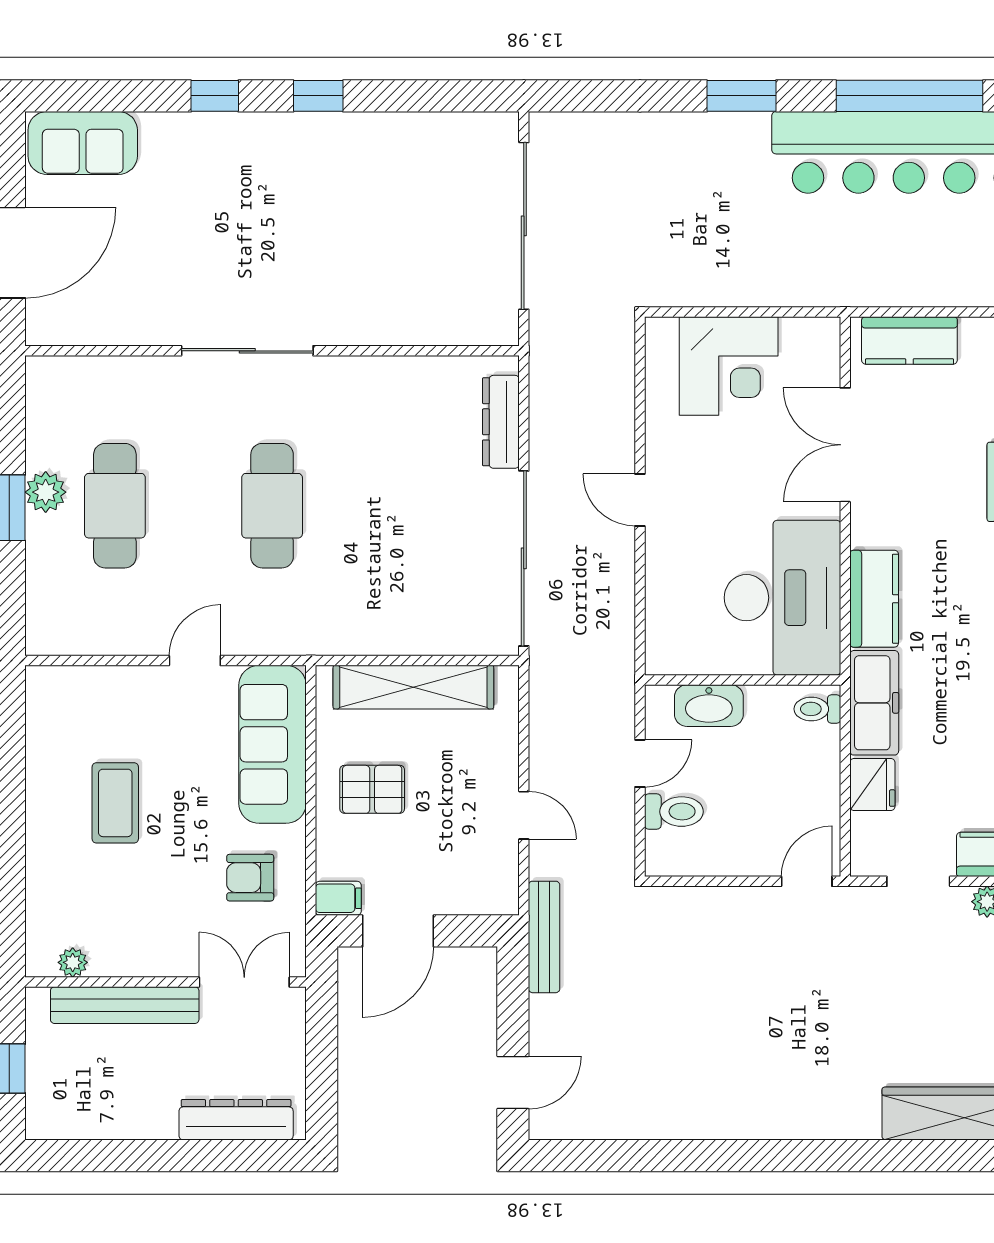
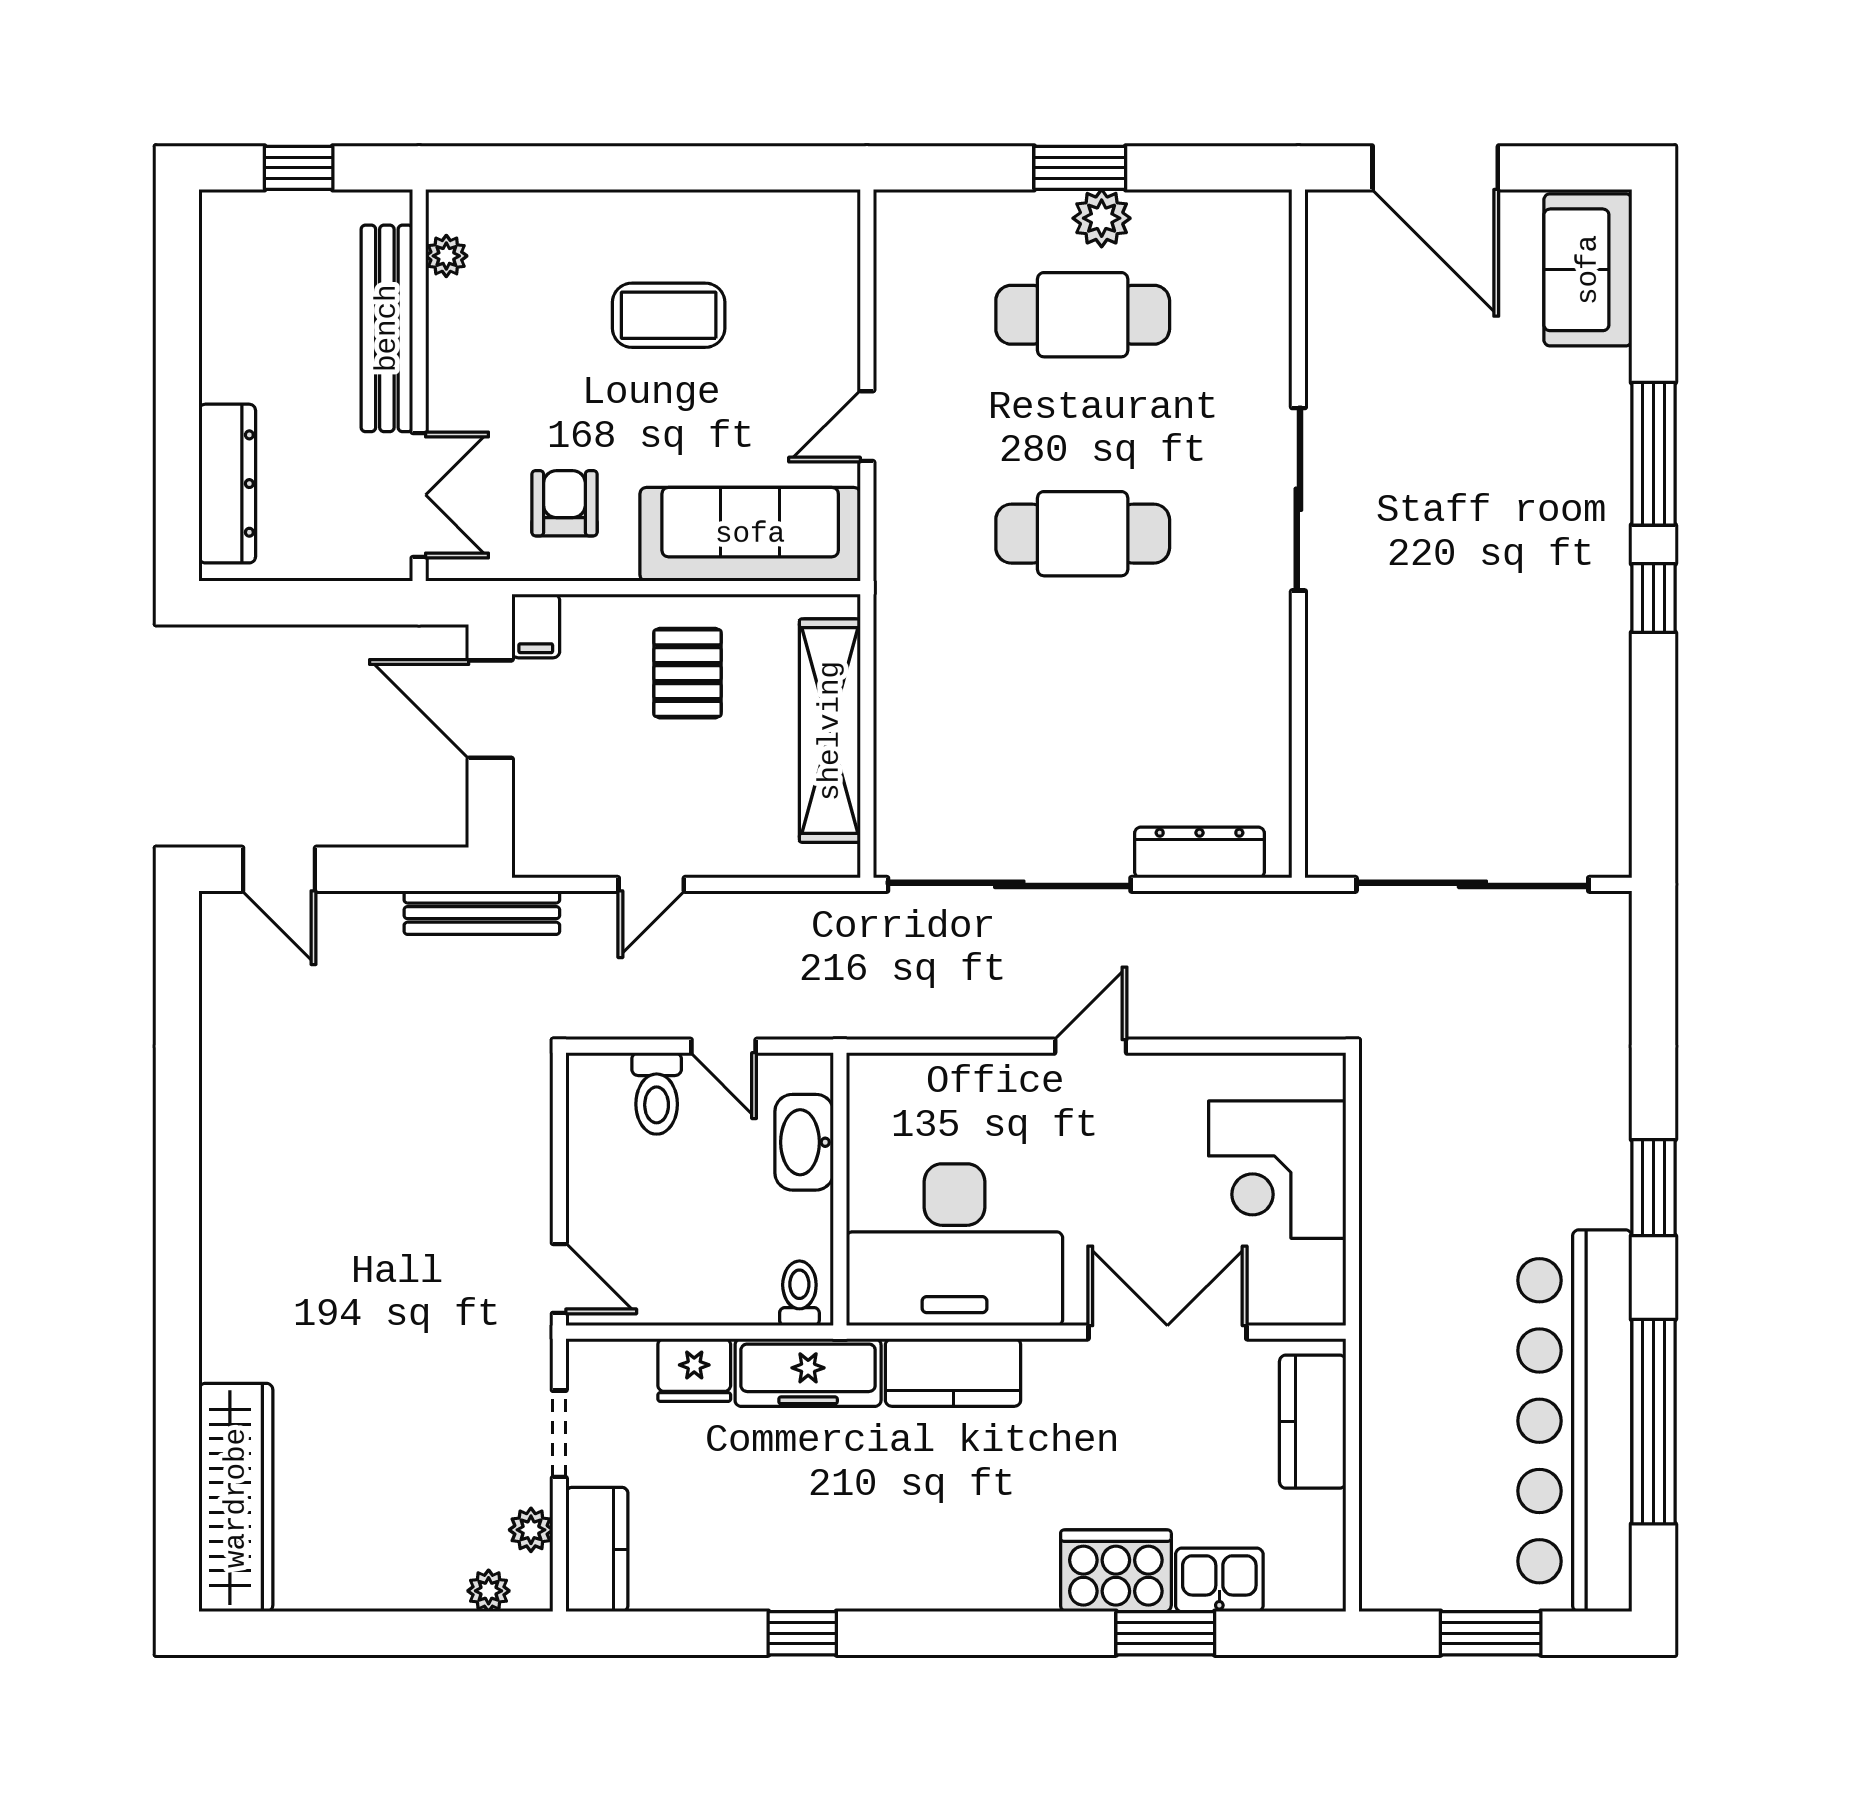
window: (215, 96) -> (1653, 454), width x2.17
door: (195, 661) -> (867, 426), swing flipped

